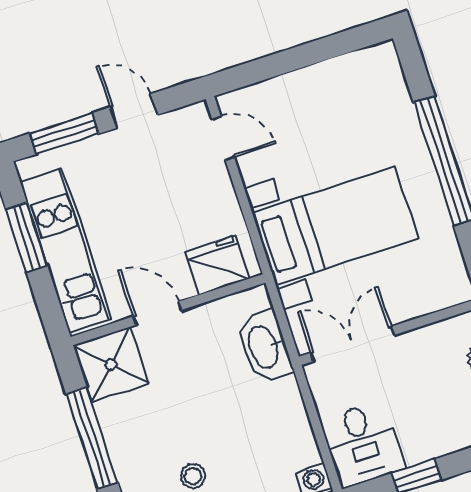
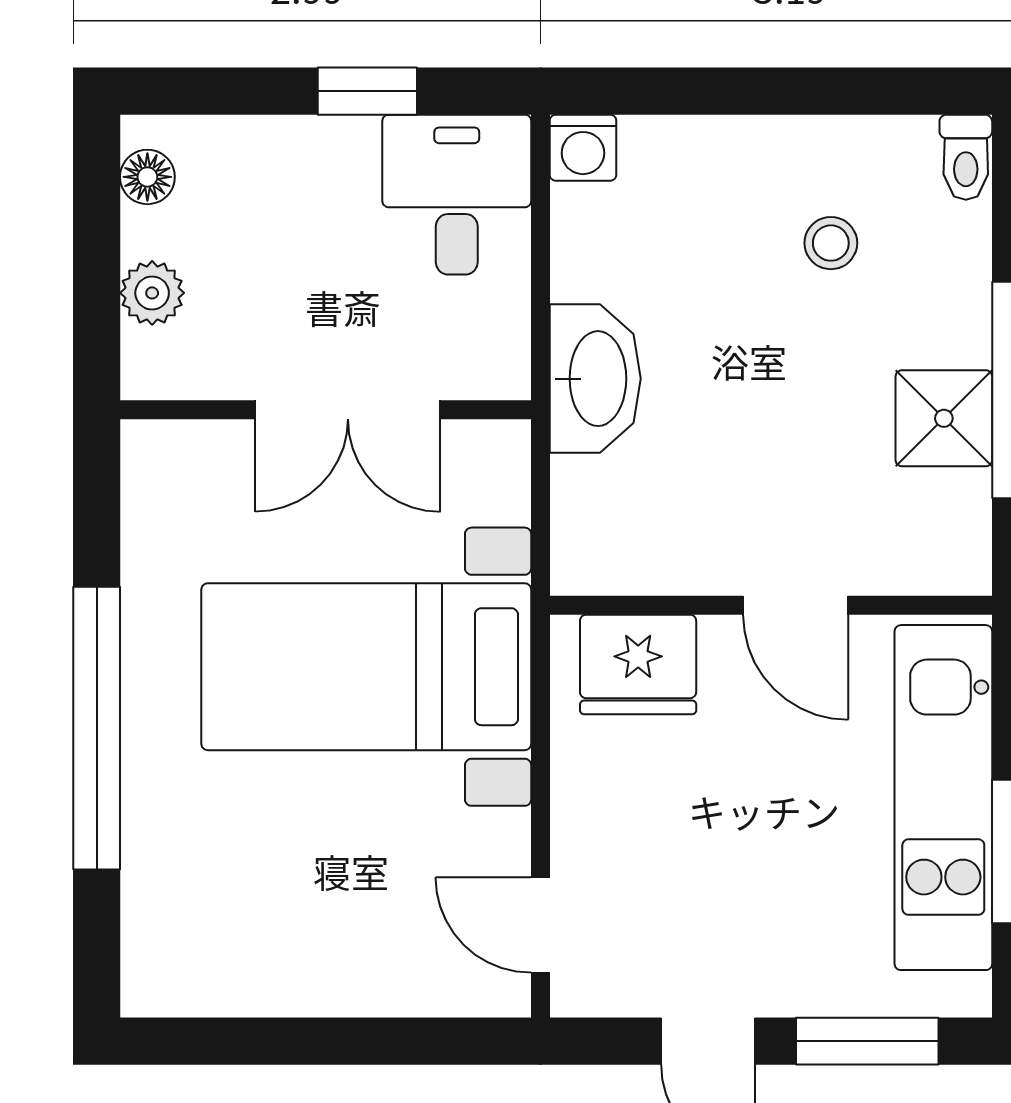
double door: (352, 344) -> (348, 410), moved
washbasin: (264, 347) -> (595, 379), moved
shower: (111, 364) -> (944, 418), moved, width x0.73, depth x0.73

